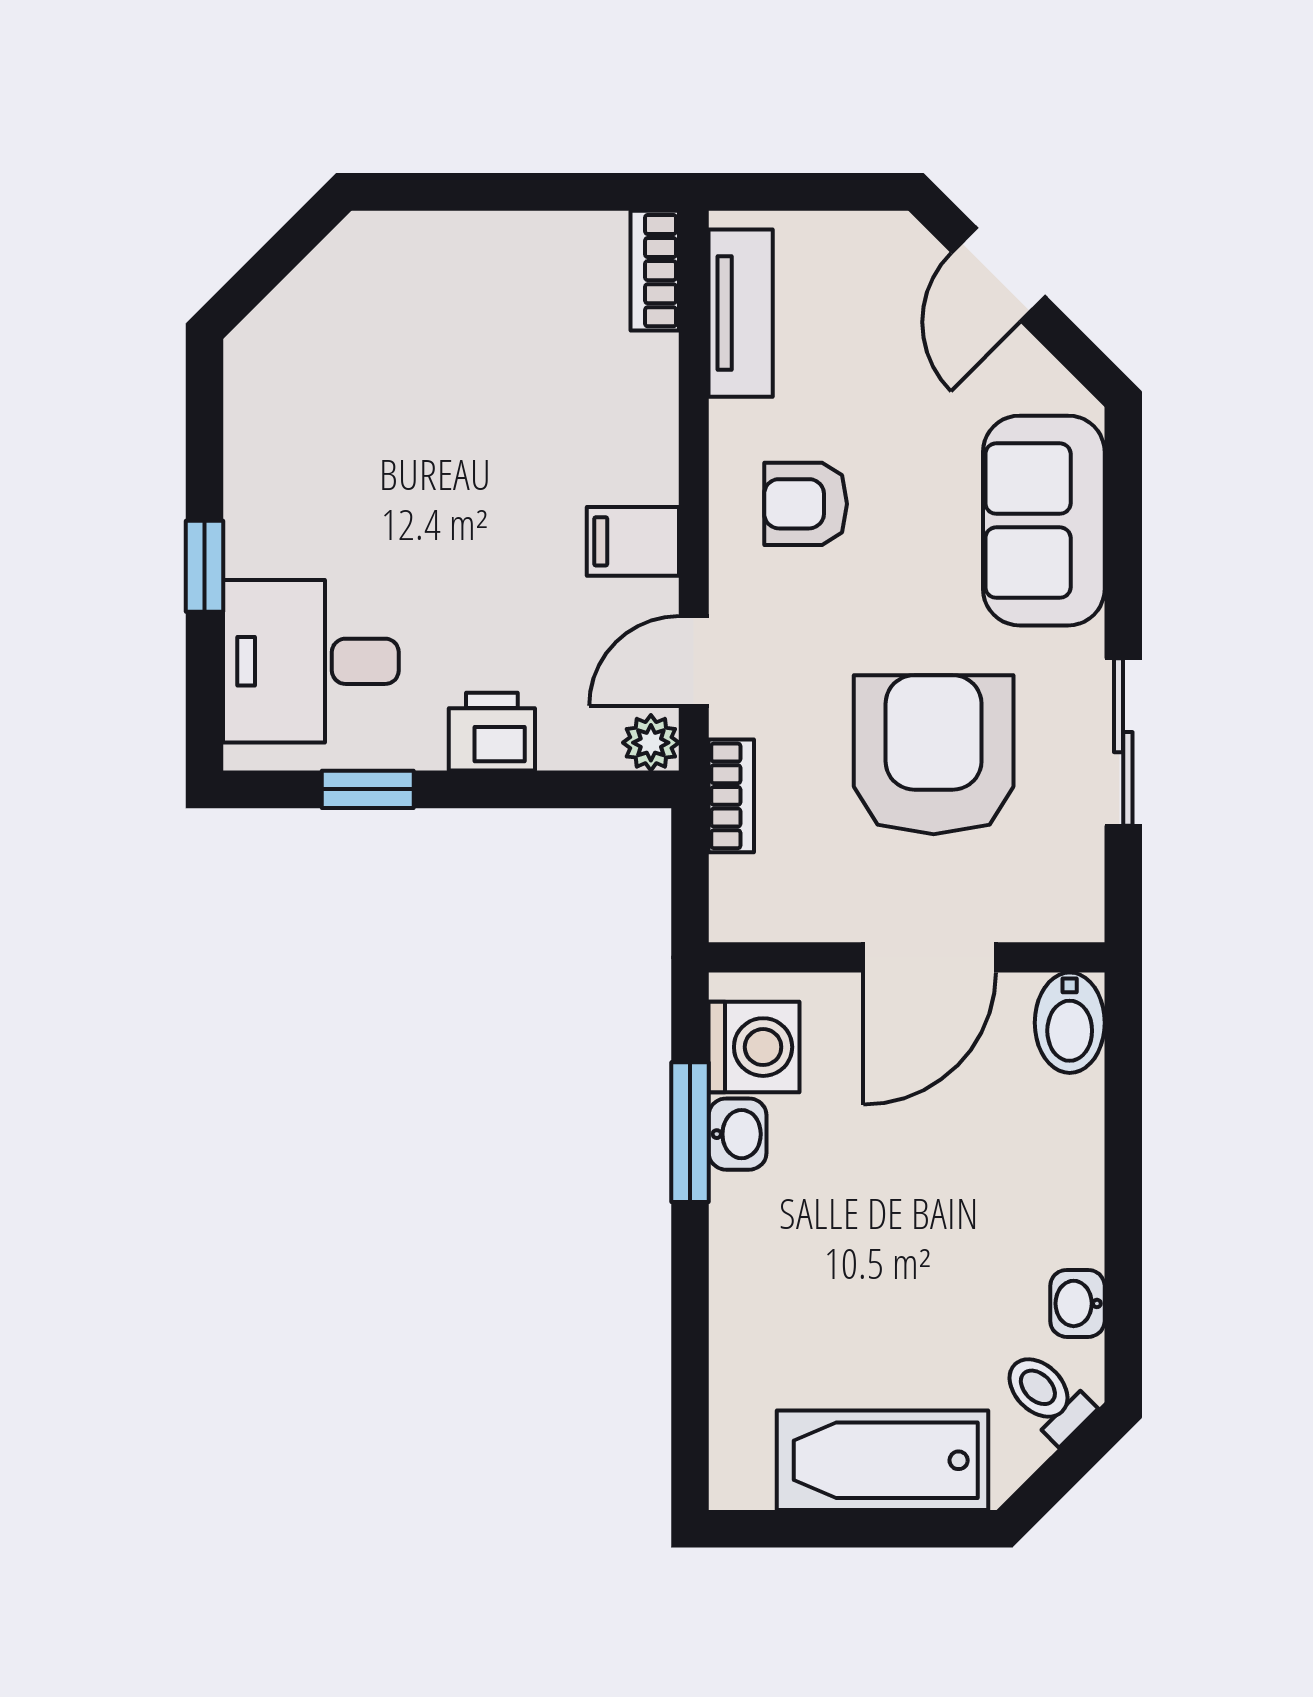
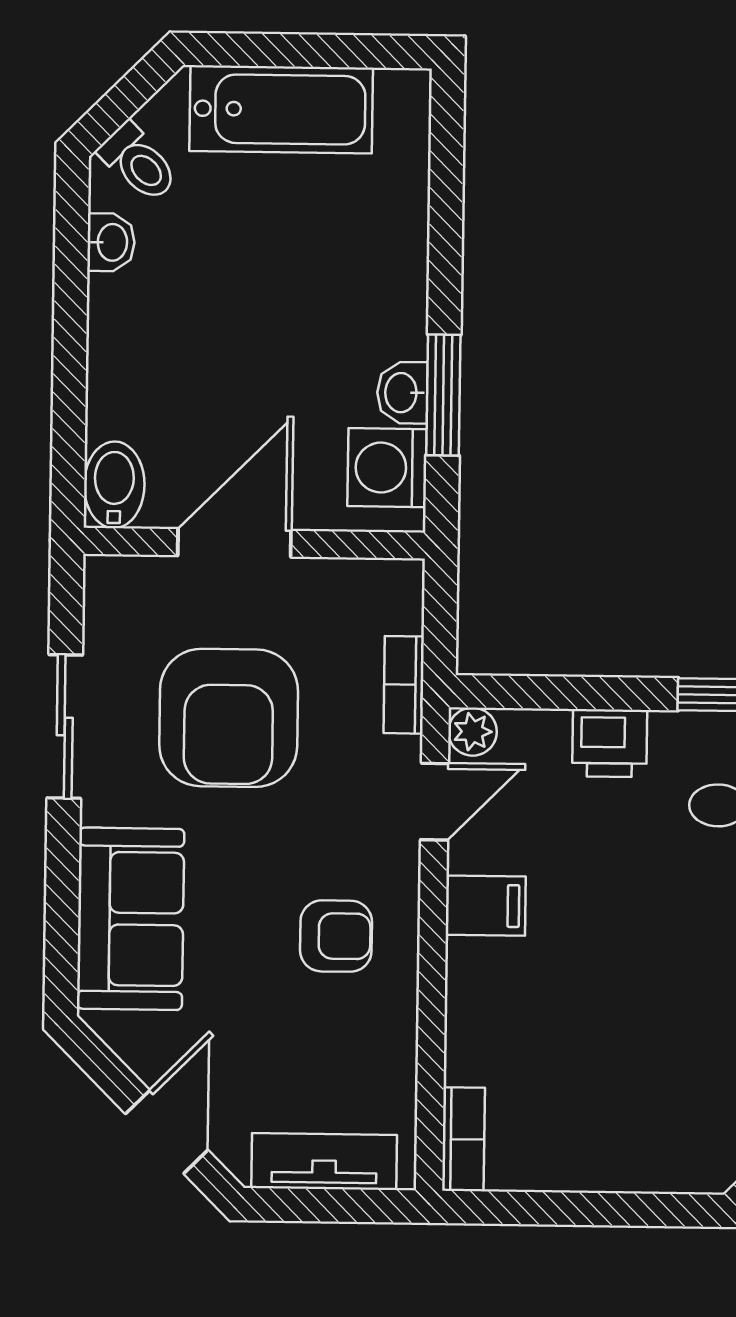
tv unit: (741, 313) -> (324, 1162), moved, turned 90

